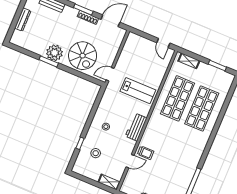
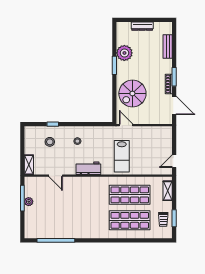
plant: (54, 53) -> (124, 53), moved
trolley: (146, 153) -> (163, 219), moved

